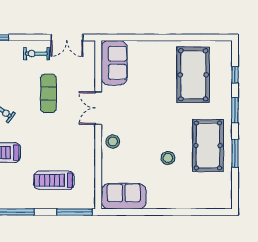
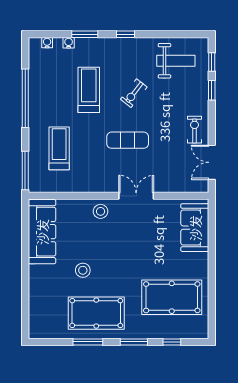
sofa: (114, 63) -> (195, 228), moved, turned 90
exercise mat: (48, 93) -> (128, 140), moved
sofa: (124, 196) -> (42, 232), width x1.36

